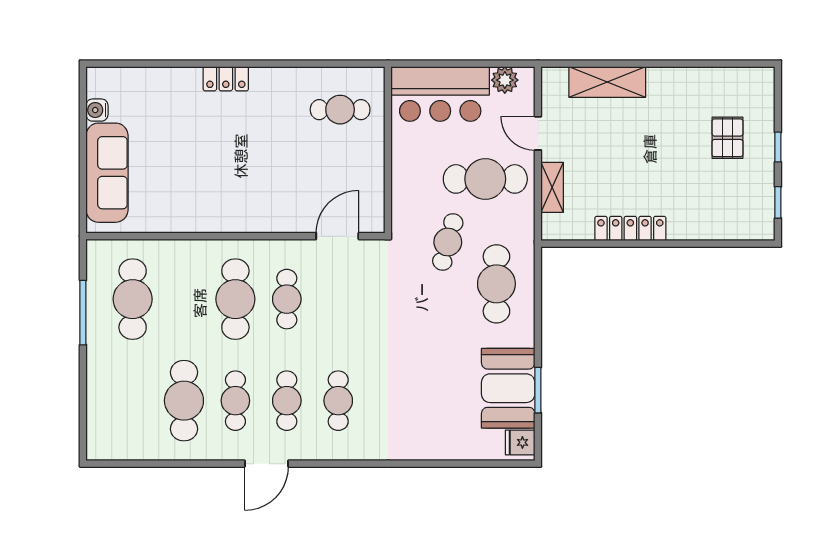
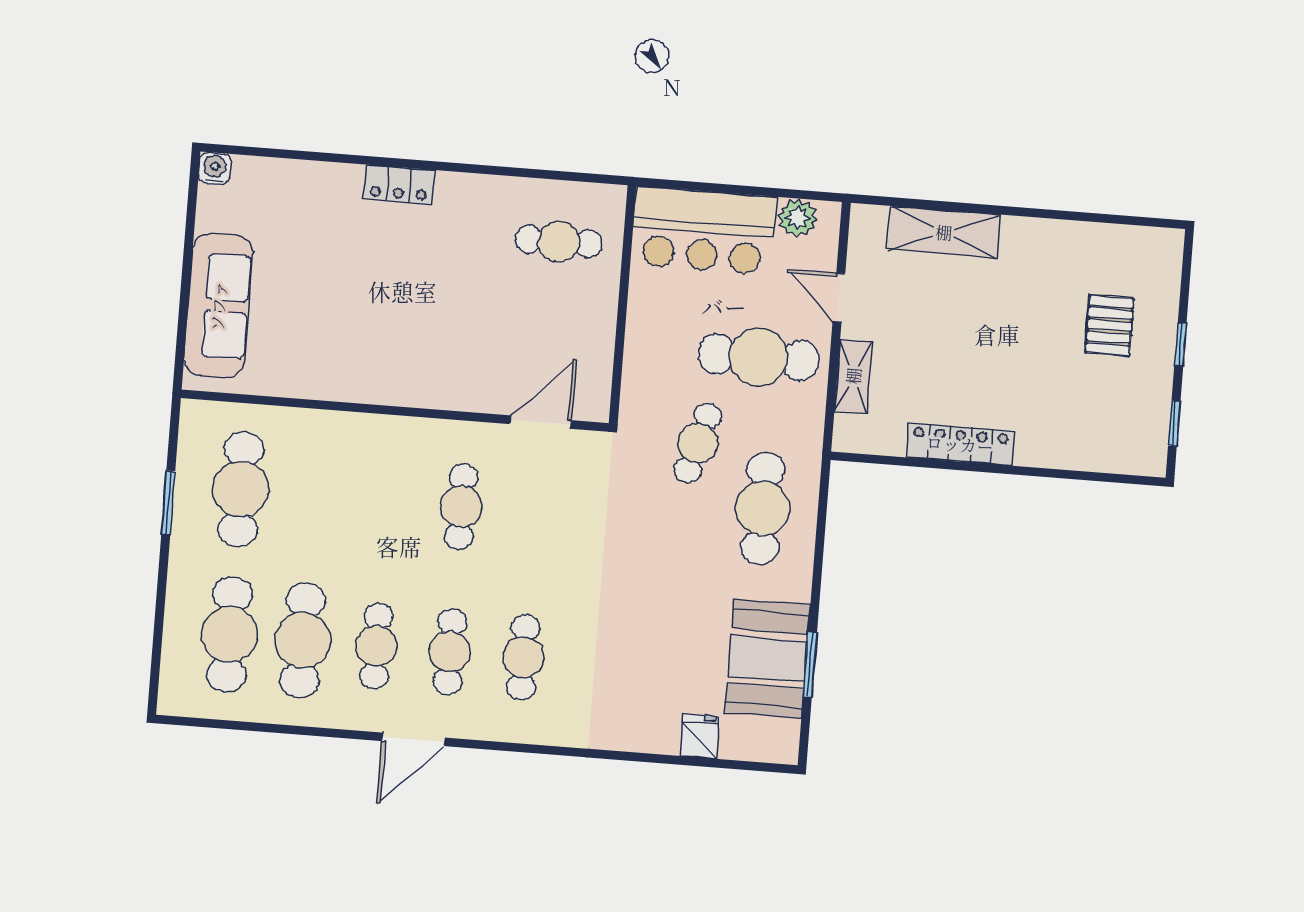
water cooler: (97, 110) -> (215, 169), moved, turned 90
cafe table: (235, 299) -> (229, 634), moved
window: (83, 313) -> (168, 503), width x0.69
fridge: (520, 442) -> (699, 736), moved, turned 90

